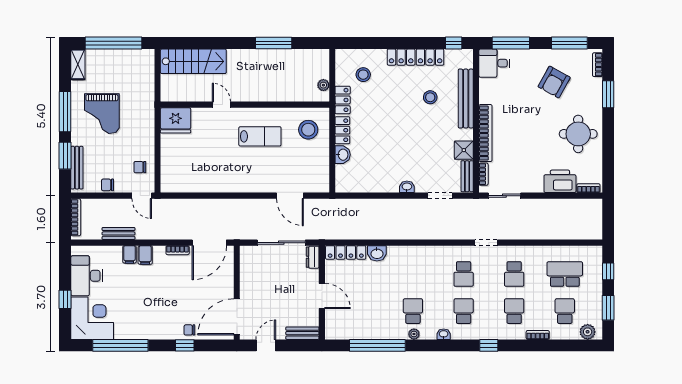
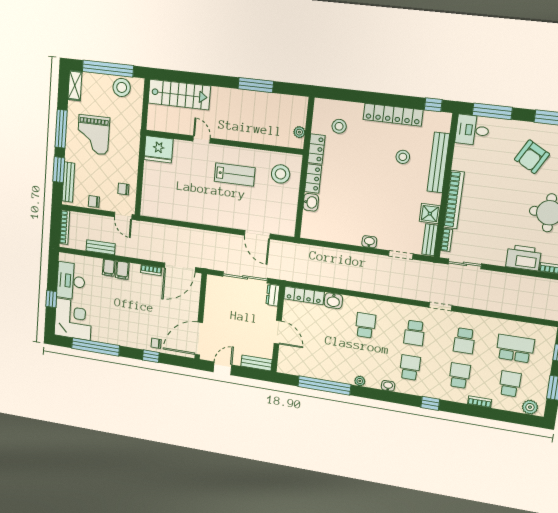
stool: (130, 61) -> (122, 87), added
school desk: (413, 311) -> (365, 325), moved

